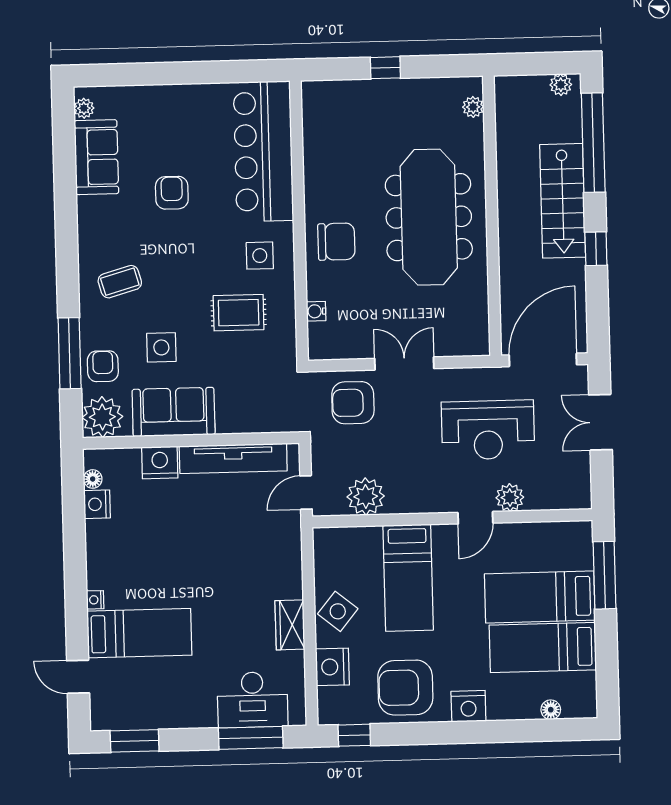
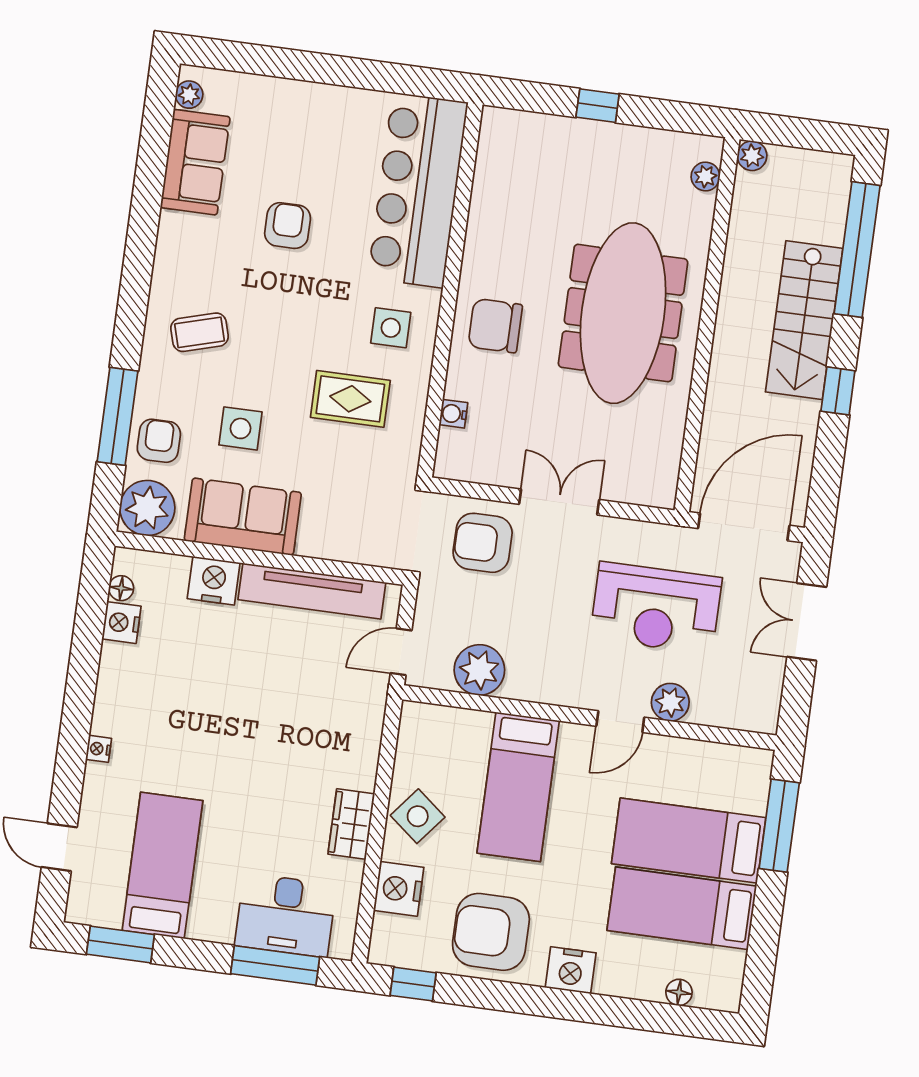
plant: (561, 85) -> (752, 156), moved
chair: (336, 242) -> (495, 326), turned 180
bed: (139, 633) -> (162, 865), moved, turned -90

